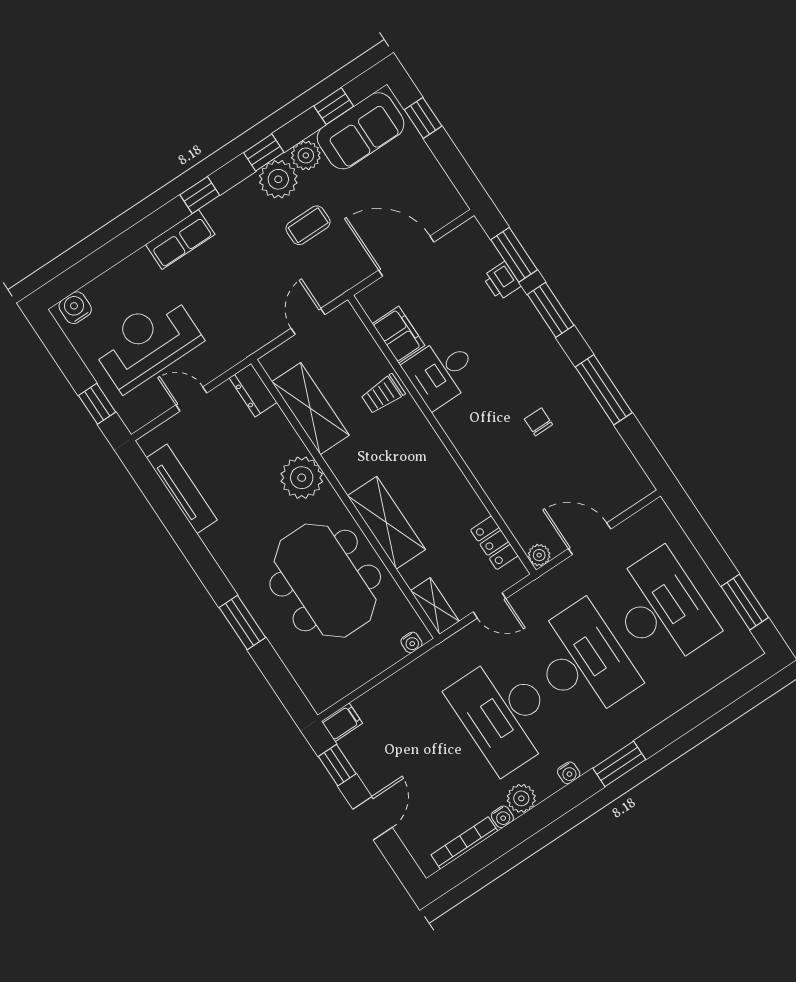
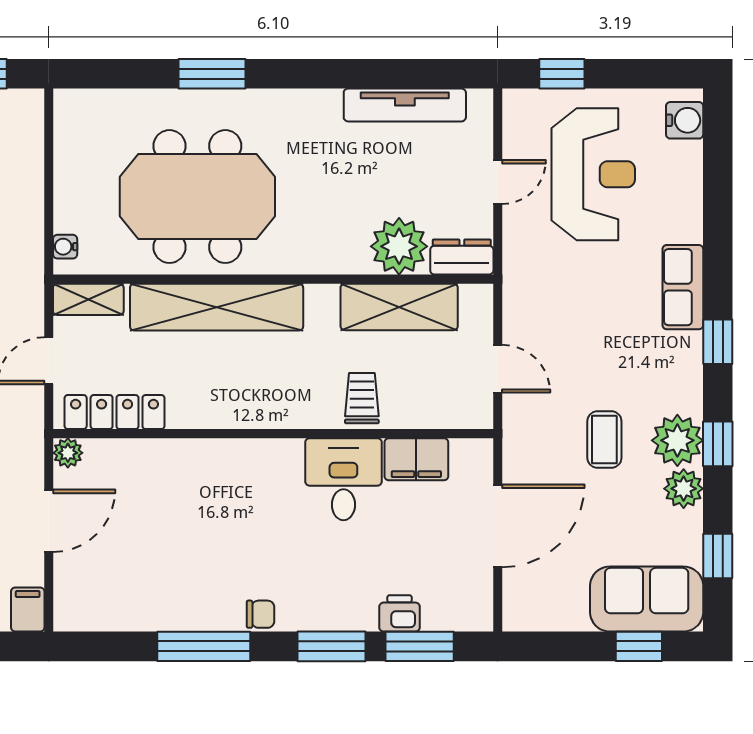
sofa: (361, 131) -> (647, 599), moved, turned 90
chair: (538, 422) -> (261, 614), moved
plant: (302, 478) -> (399, 246), moved
shelving: (386, 523) -> (217, 307), width x1.47
locker: (494, 543) -> (115, 412), width x1.53
filing cabinet: (342, 722) -> (28, 610), moved, turned 180

